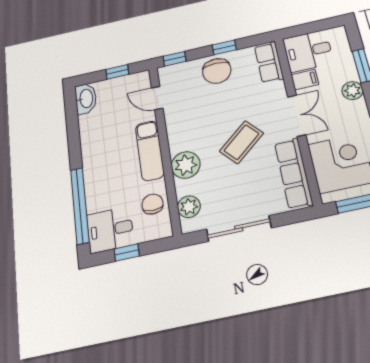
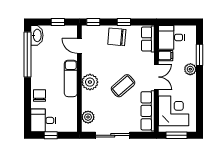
chair: (217, 71) -> (117, 37), turned 95
plant: (186, 165) -> (90, 82), moved
chair: (152, 204) -> (40, 95), moved
window: (80, 205) -> (27, 54), moved

